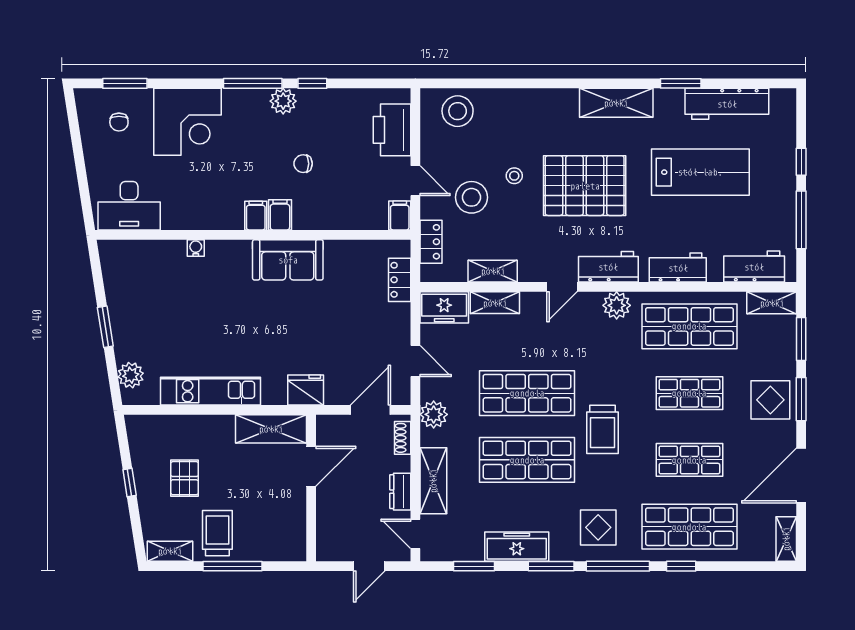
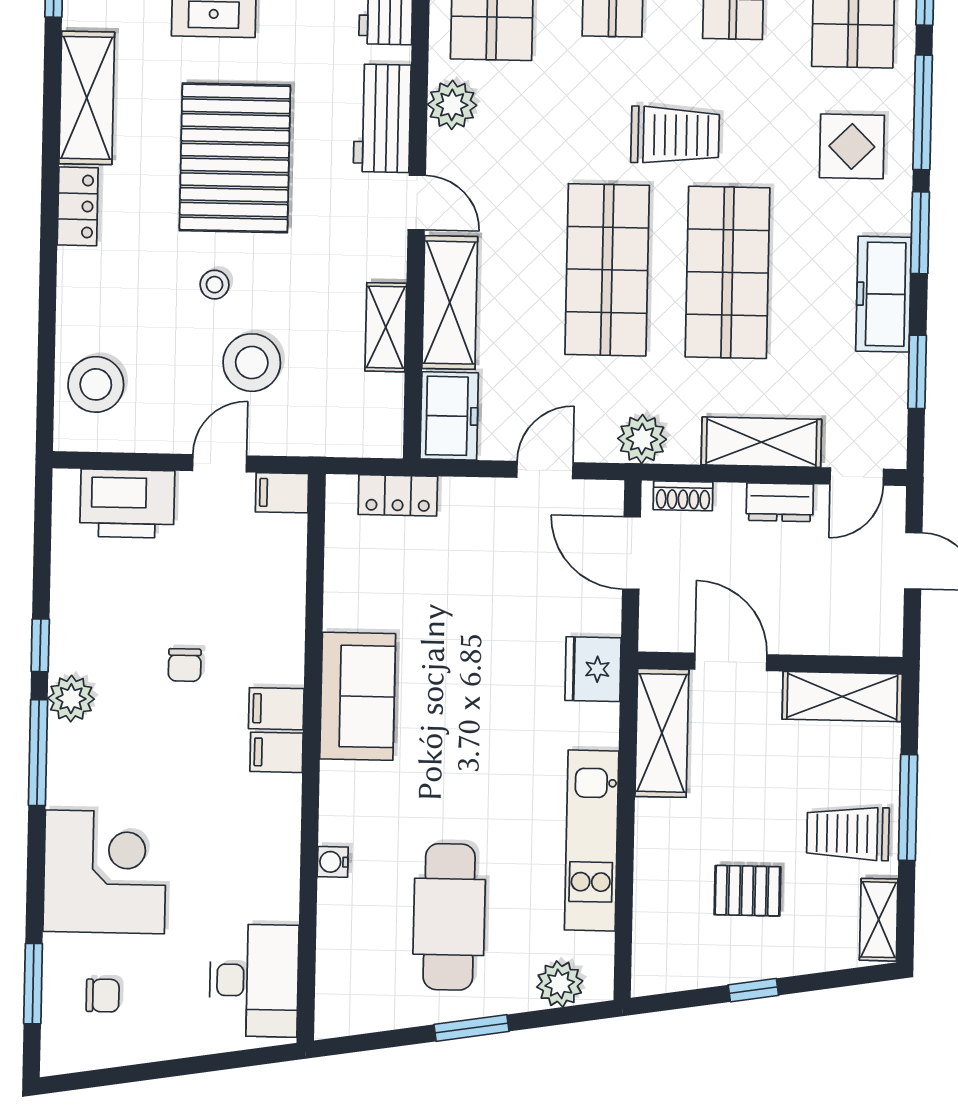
locker: (431, 242) -> (78, 206), moved, turned 90
shelving: (495, 303) -> (450, 303), width x1.50, depth x1.33
cafe table: (167, 313) -> (449, 917), added
shelving: (293, 528) -> (842, 697), added

